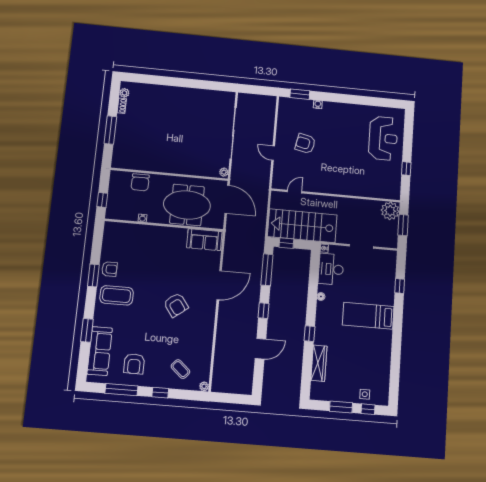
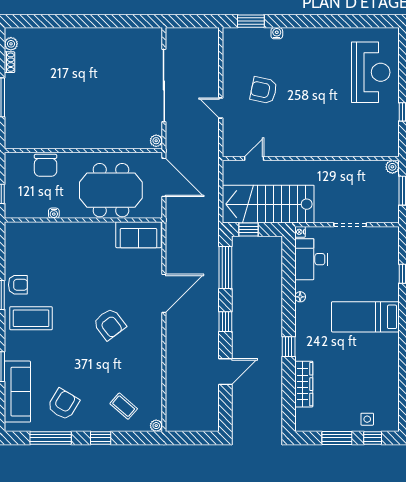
plant: (390, 211) -> (392, 167), width x0.53, depth x0.53
armchair: (134, 364) -> (63, 404), turned -149

